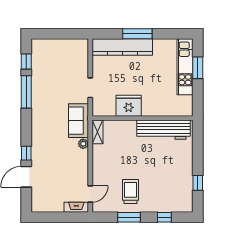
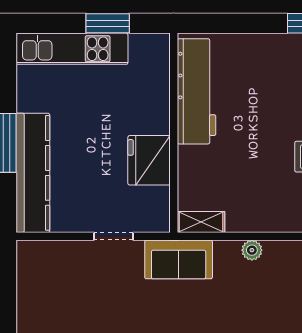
window: (198, 68) -> (108, 23), moved
plant: (83, 144) -> (252, 250), moved

